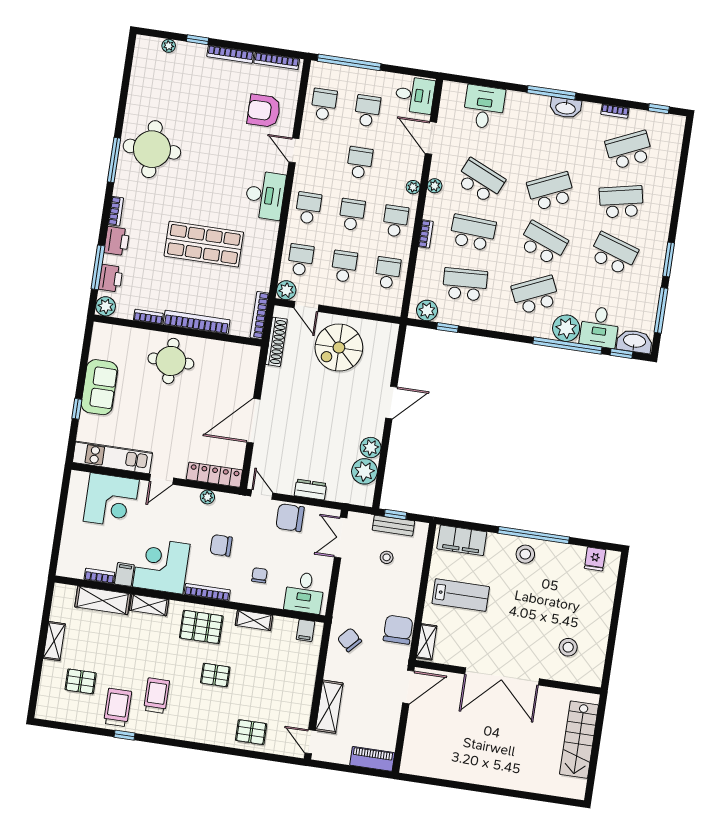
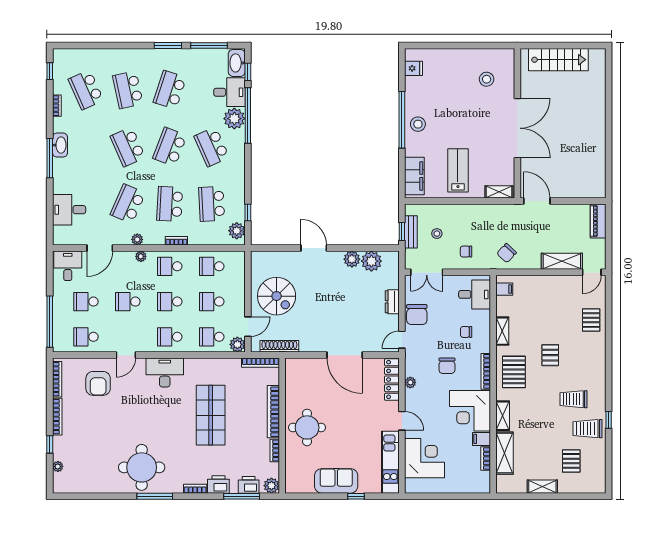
chair: (398, 630) -> (466, 252), moved, width x0.54, depth x0.54

